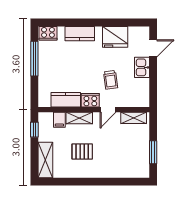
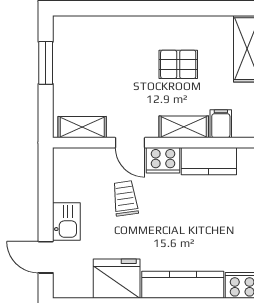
kitchen counter: (80, 34) -> (183, 285), width x1.50
door: (153, 48) -> (46, 257), hinge flipped
door: (108, 110) -> (130, 143), swing flipped

